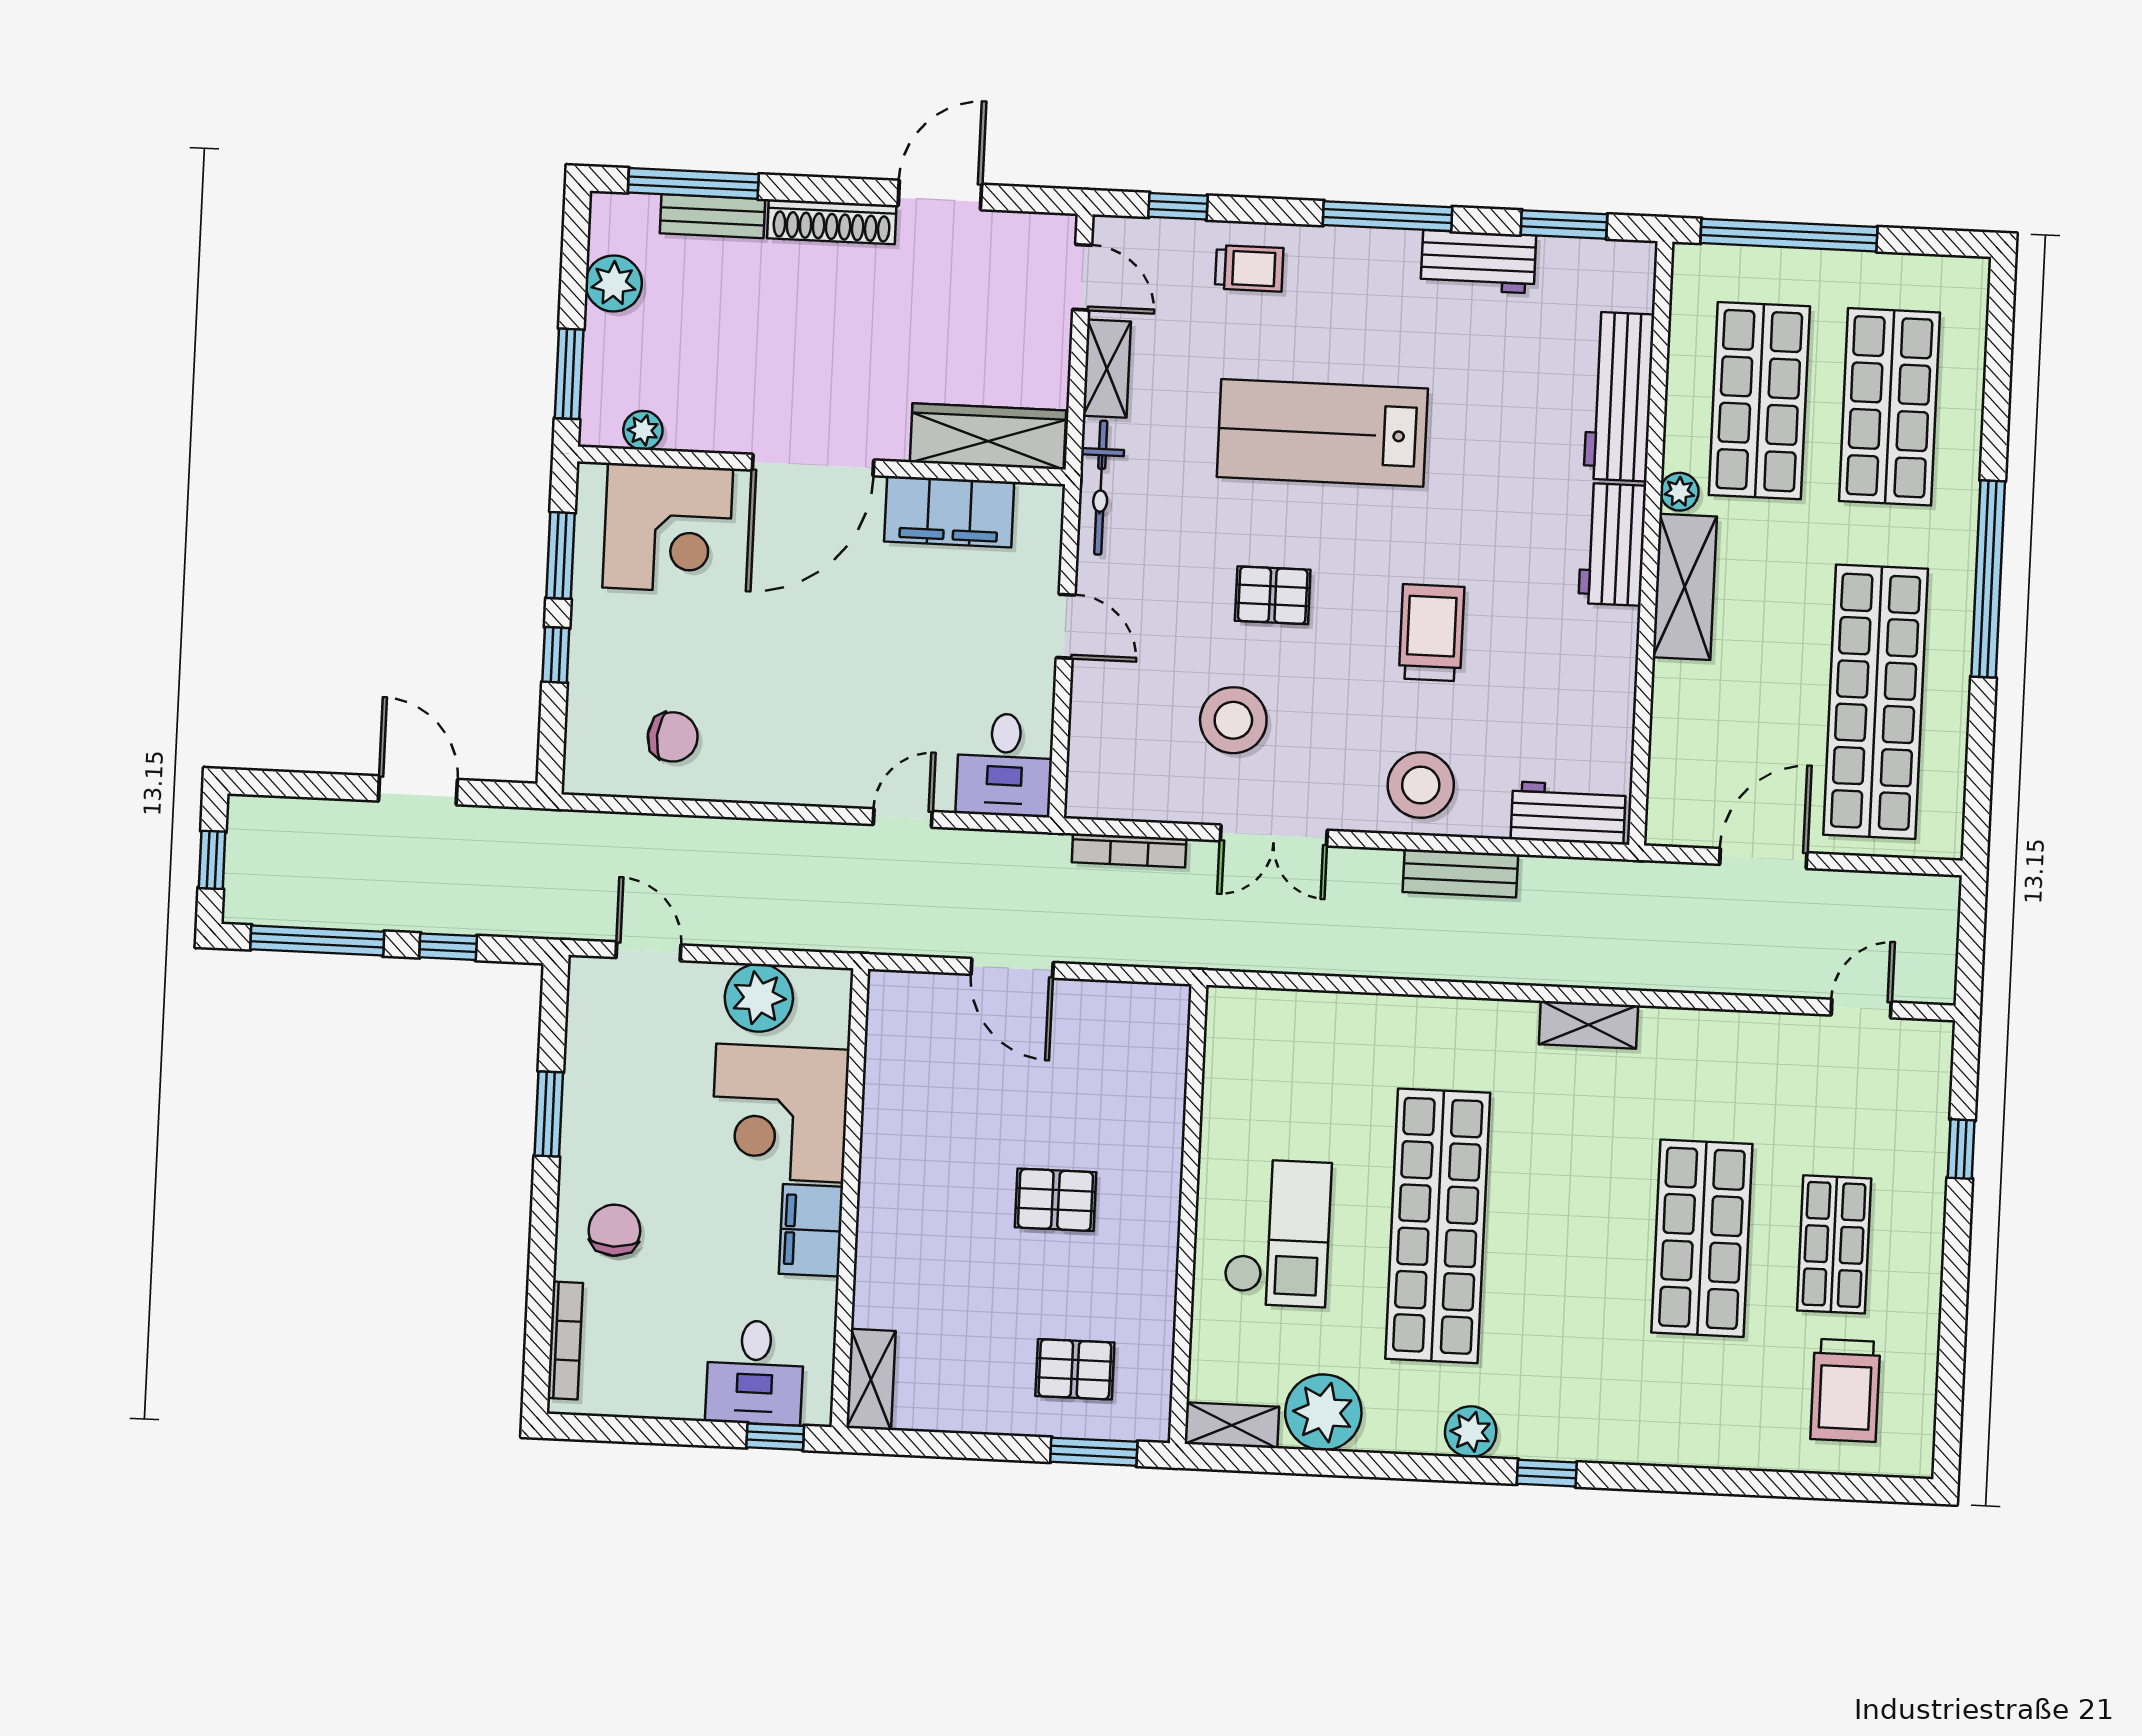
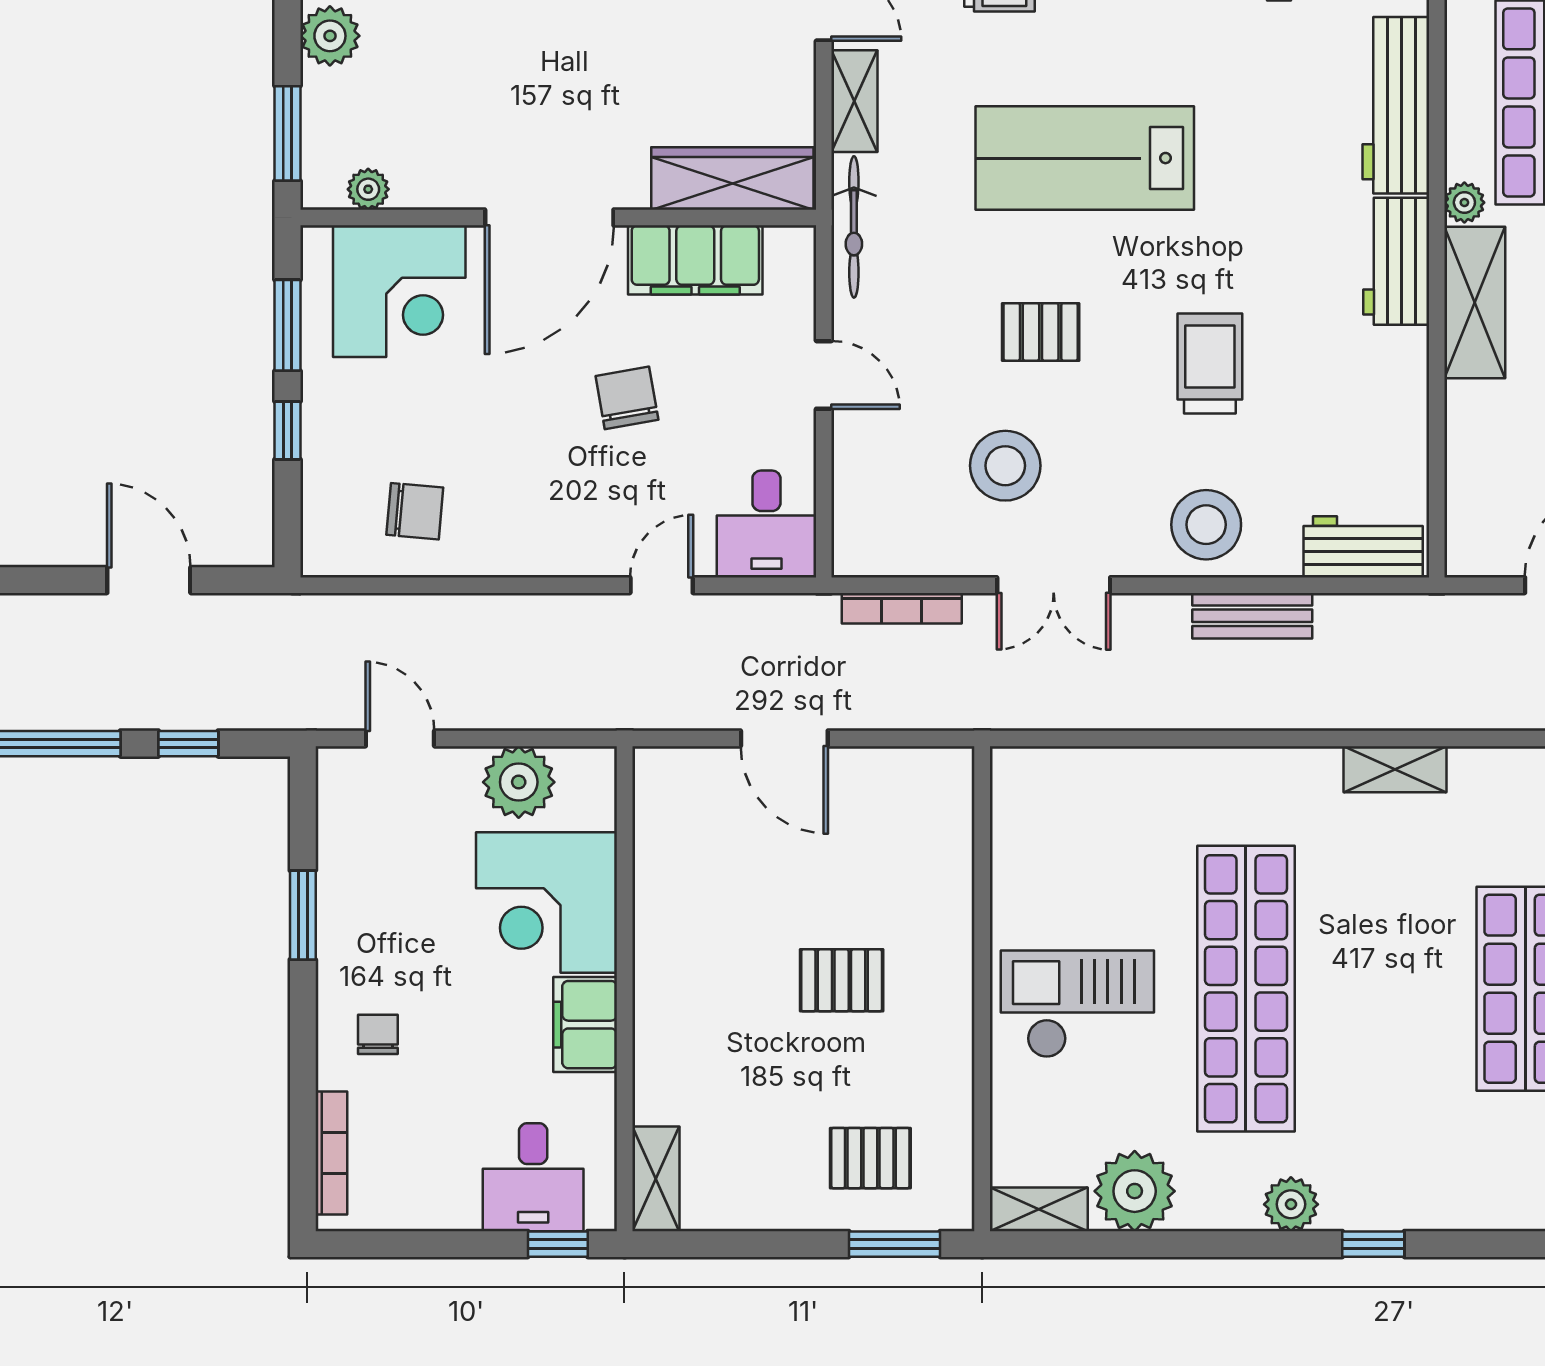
chair: (878, 639) -> (627, 398), added
chair: (614, 1230) -> (378, 1034), width x0.73, depth x0.73
checkout: (1278, 1233) -> (1077, 1004), turned -90

